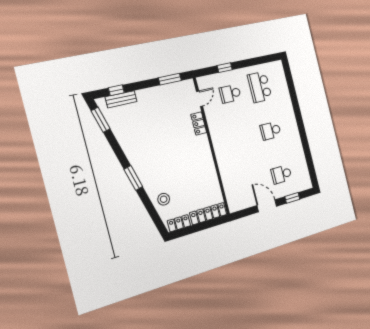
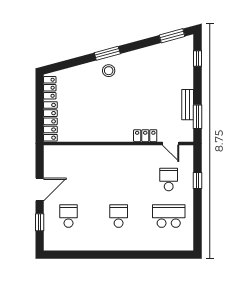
bench: (121, 99) -> (188, 105), moved
stool: (164, 199) -> (109, 71), moved

